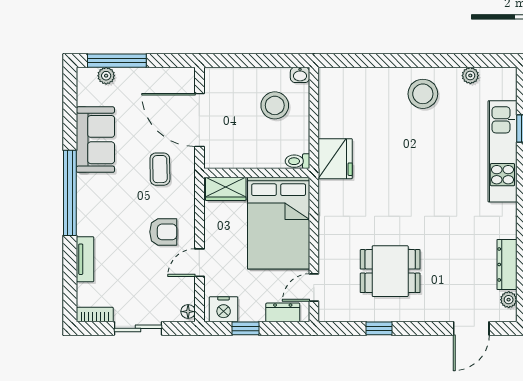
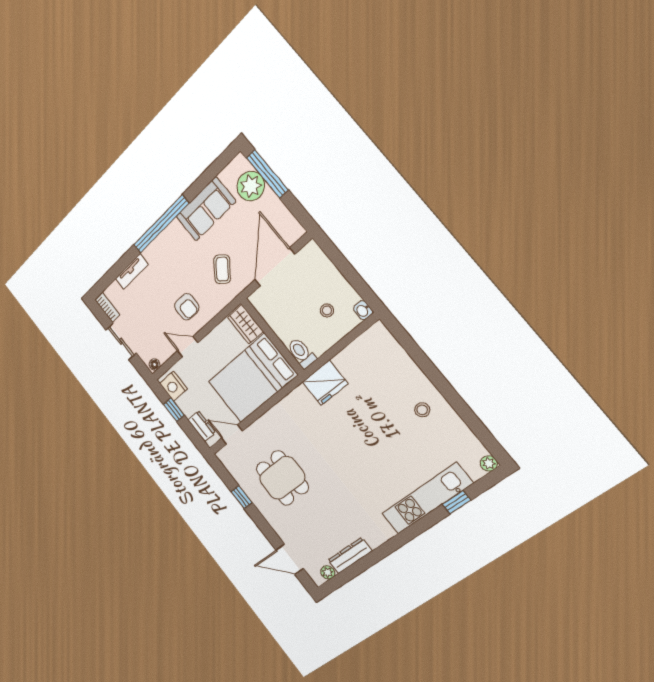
plant: (106, 76) -> (251, 186), width x1.88, depth x1.88
plant: (470, 76) -> (489, 463), moved
stool: (423, 94) -> (422, 410), width x0.53, depth x0.53
stool: (275, 105) -> (327, 310), width x0.53, depth x0.53
toilet: (297, 161) -> (302, 353), width x1.37, depth x1.39
coffee table: (160, 169) -> (222, 269), turned -51

